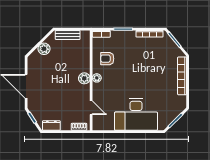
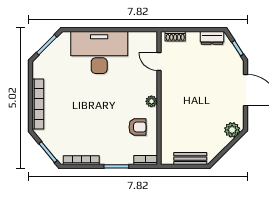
plant: (44, 49) -> (232, 130), moved
plant: (84, 78) -> (168, 101), removed

